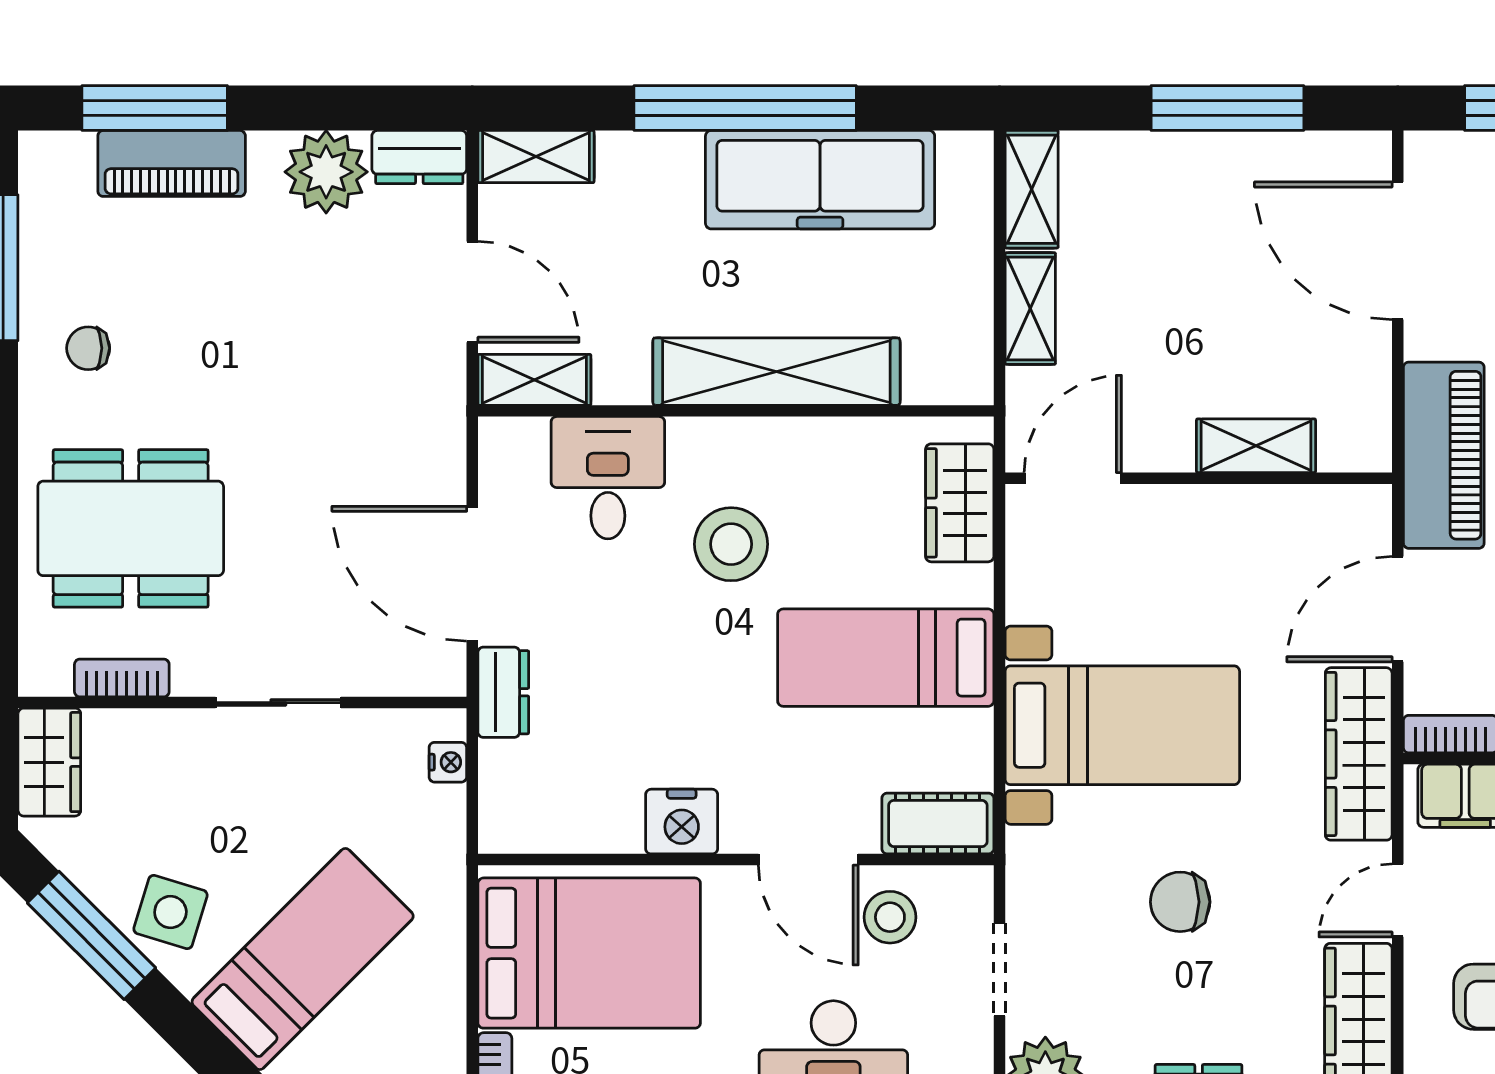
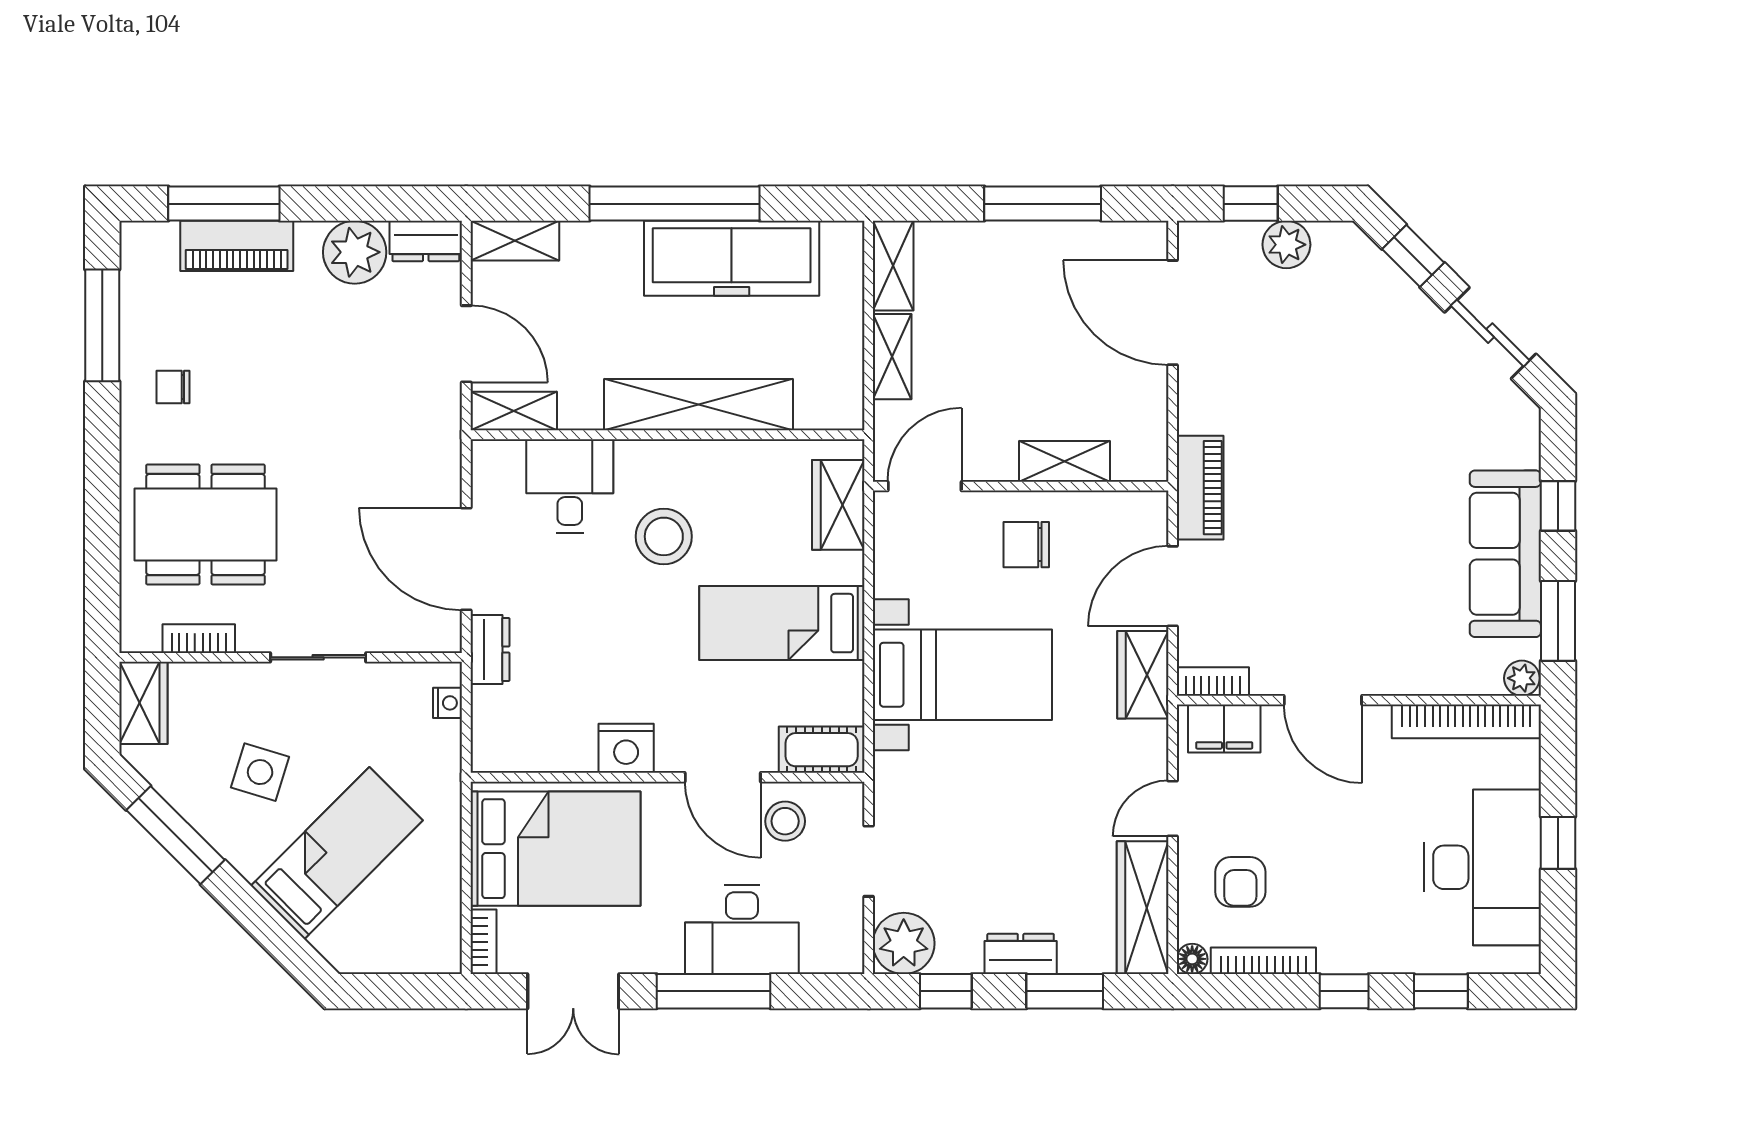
piano: (1444, 455) -> (1200, 488), width x0.73, depth x0.75
wardrobe: (1359, 754) -> (1143, 675), width x0.67
chair: (1180, 902) -> (1026, 545), moved
side table: (170, 912) -> (260, 772), moved

